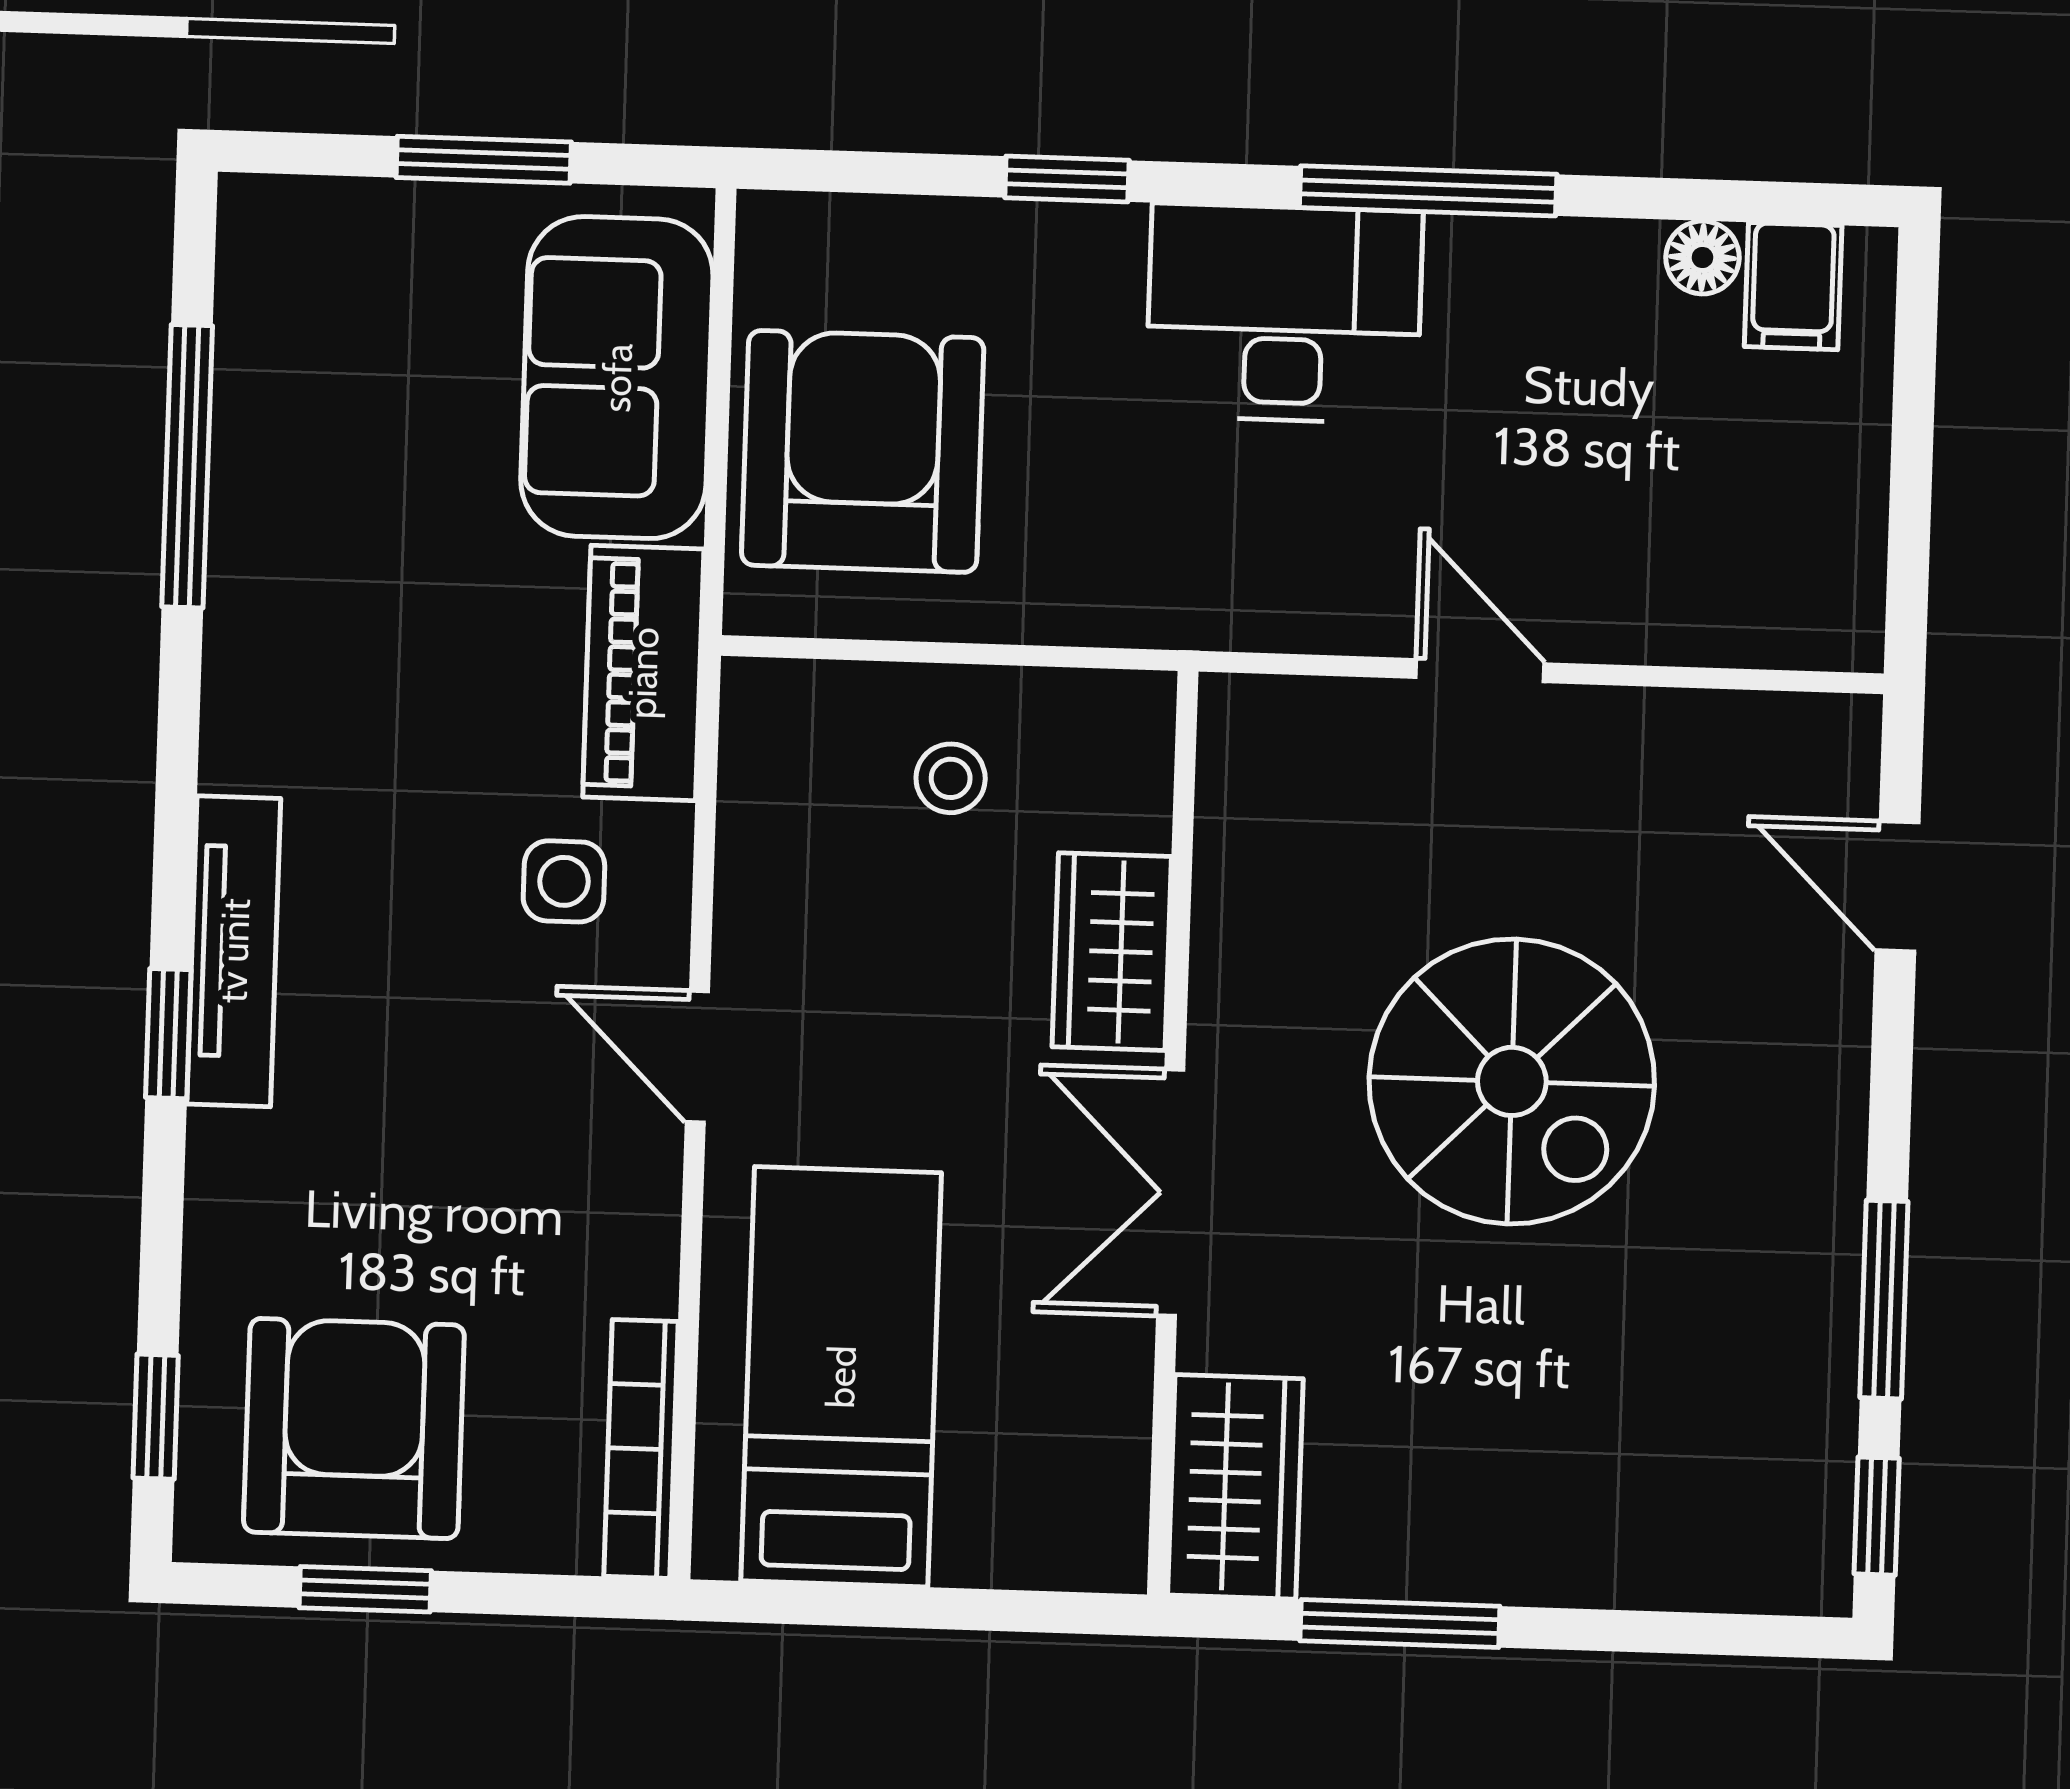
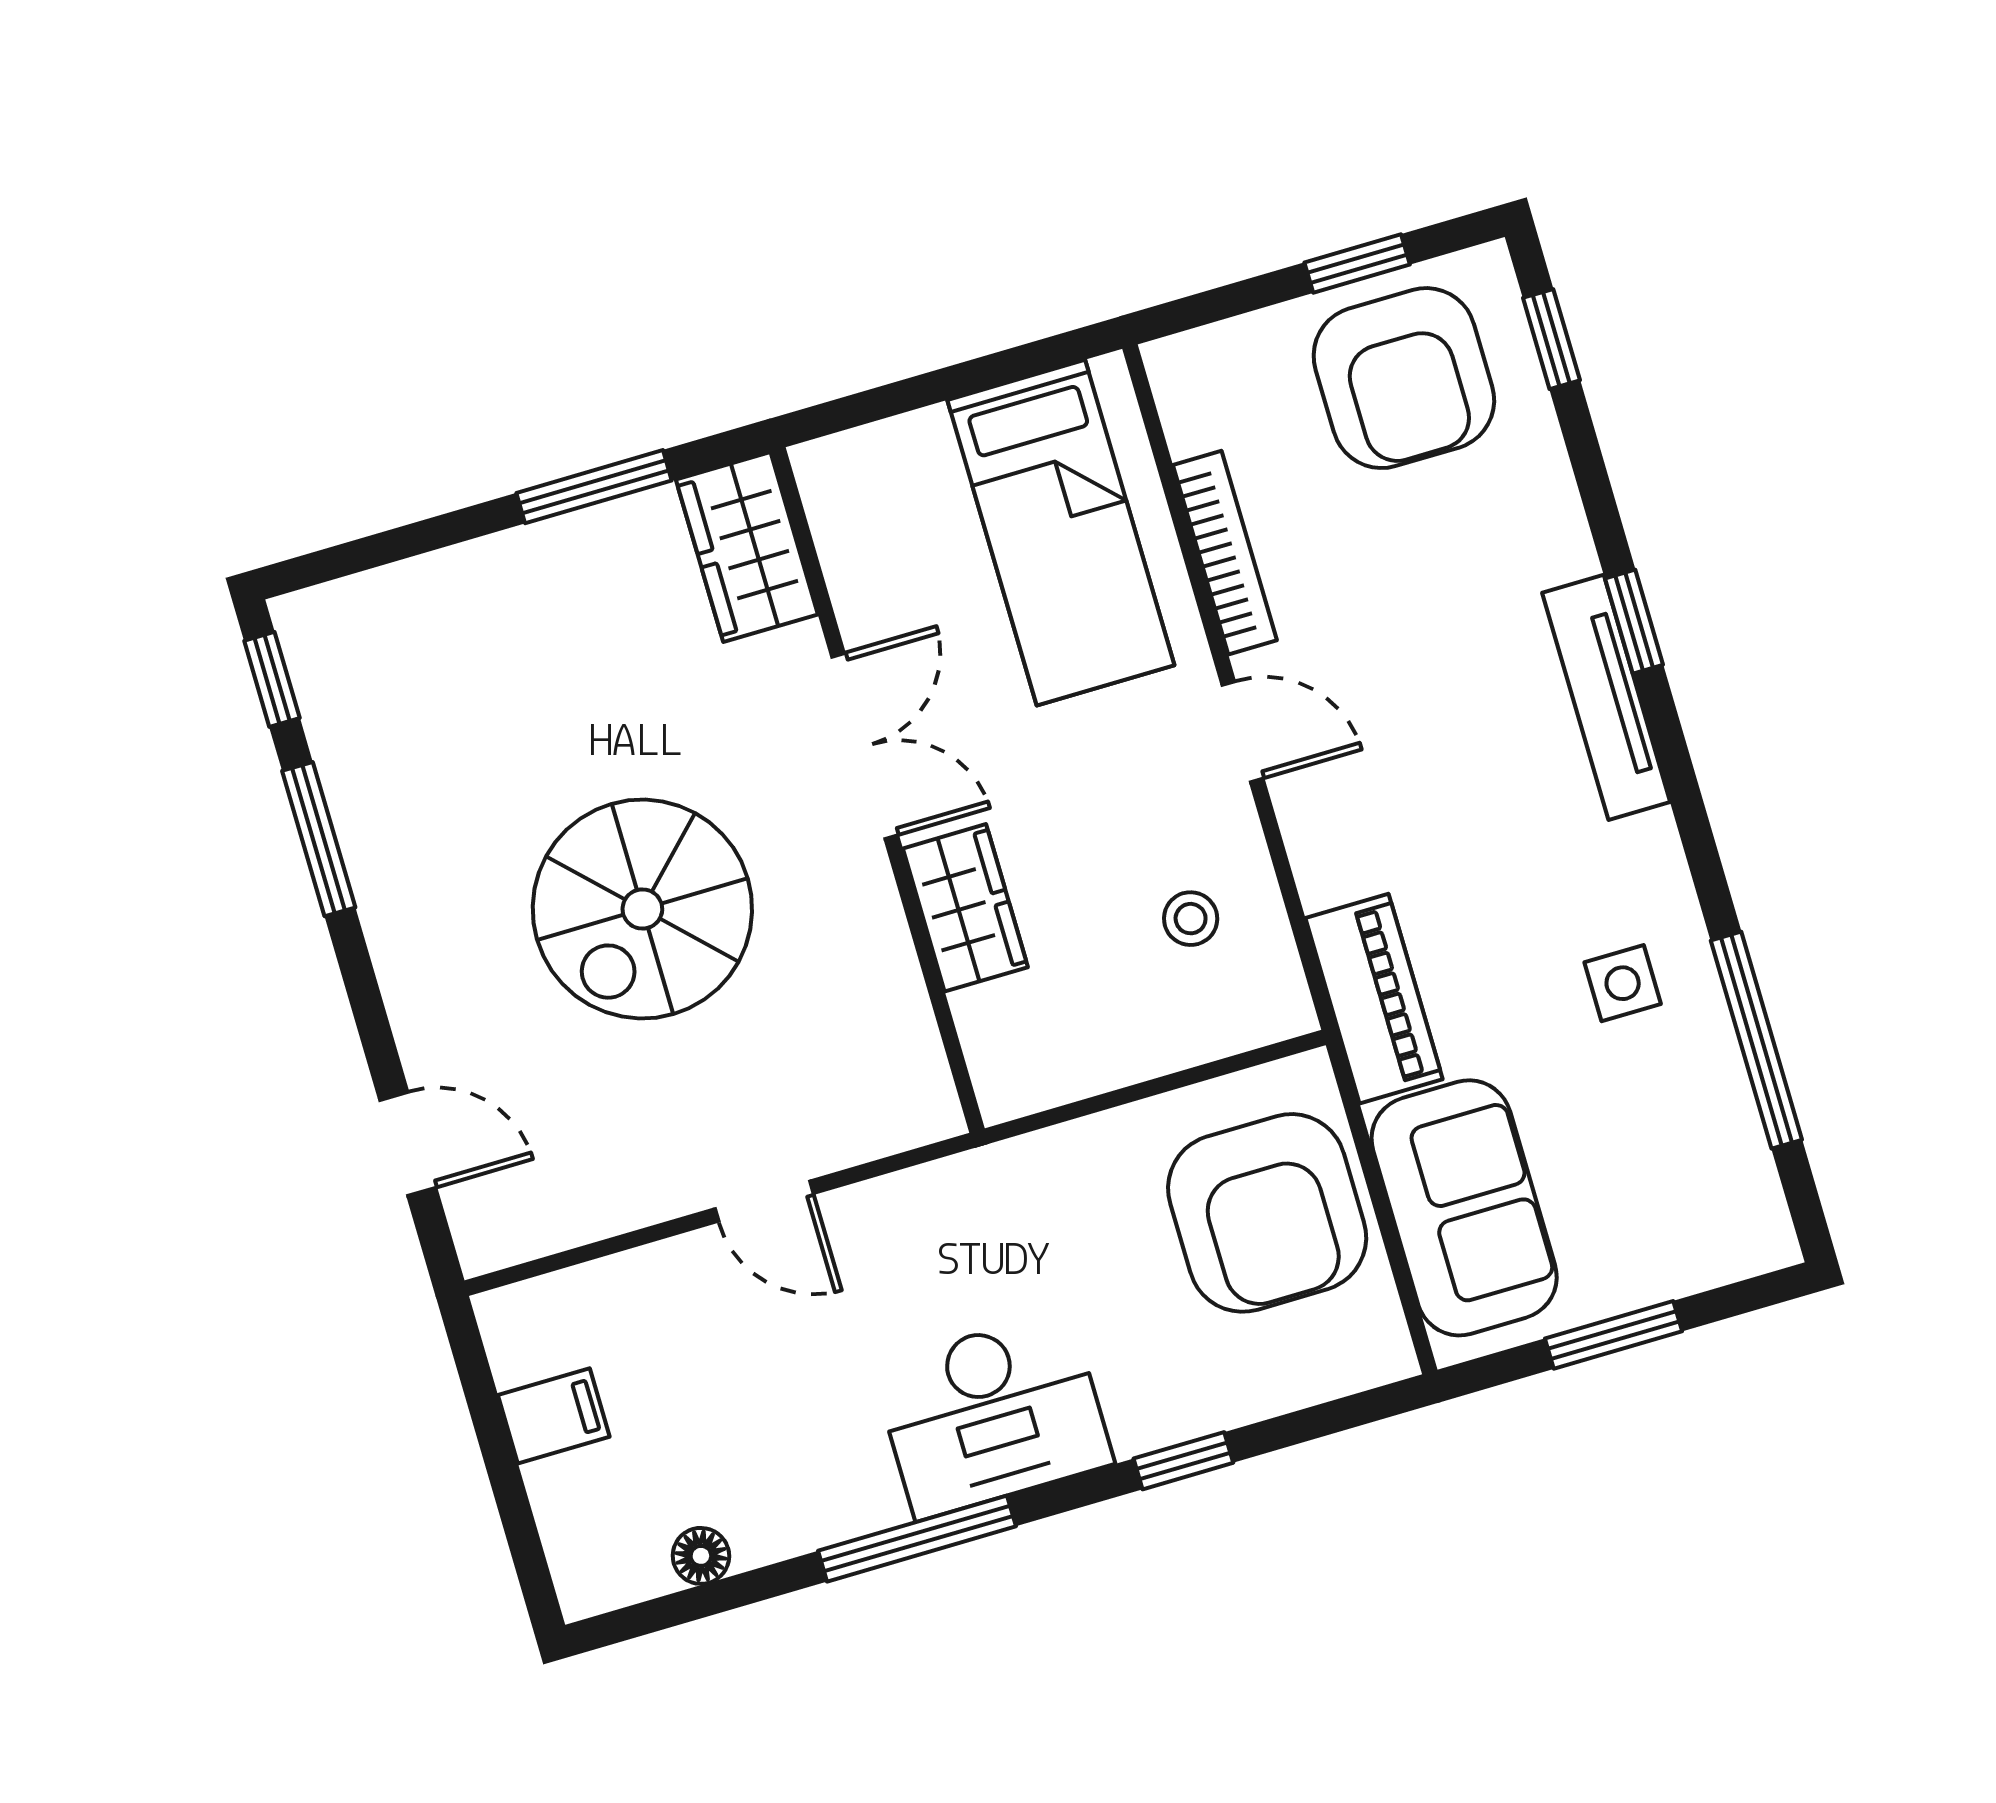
filing cabinet: (1793, 286) -> (554, 1416), moved, turned 90
stool: (951, 778) -> (1191, 919), moved
side table: (564, 881) -> (1623, 983), moved
spiral stairs: (1512, 1081) -> (642, 909), turned -90
bookcase: (641, 1449) -> (1225, 553), moved

